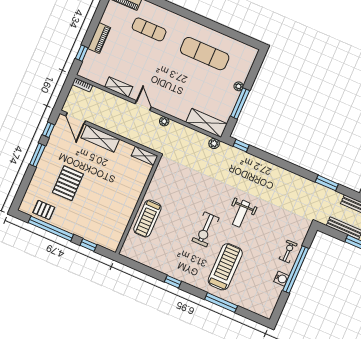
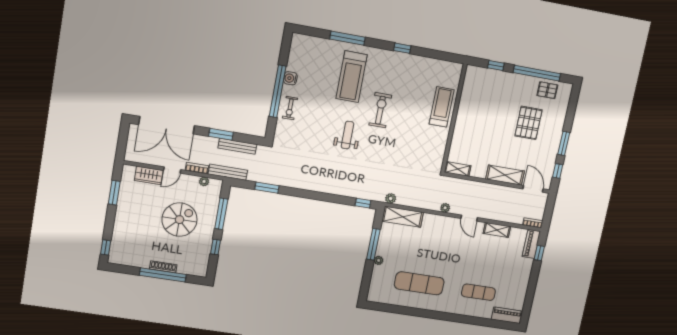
piano: (99, 38) -> (531, 244), moved

